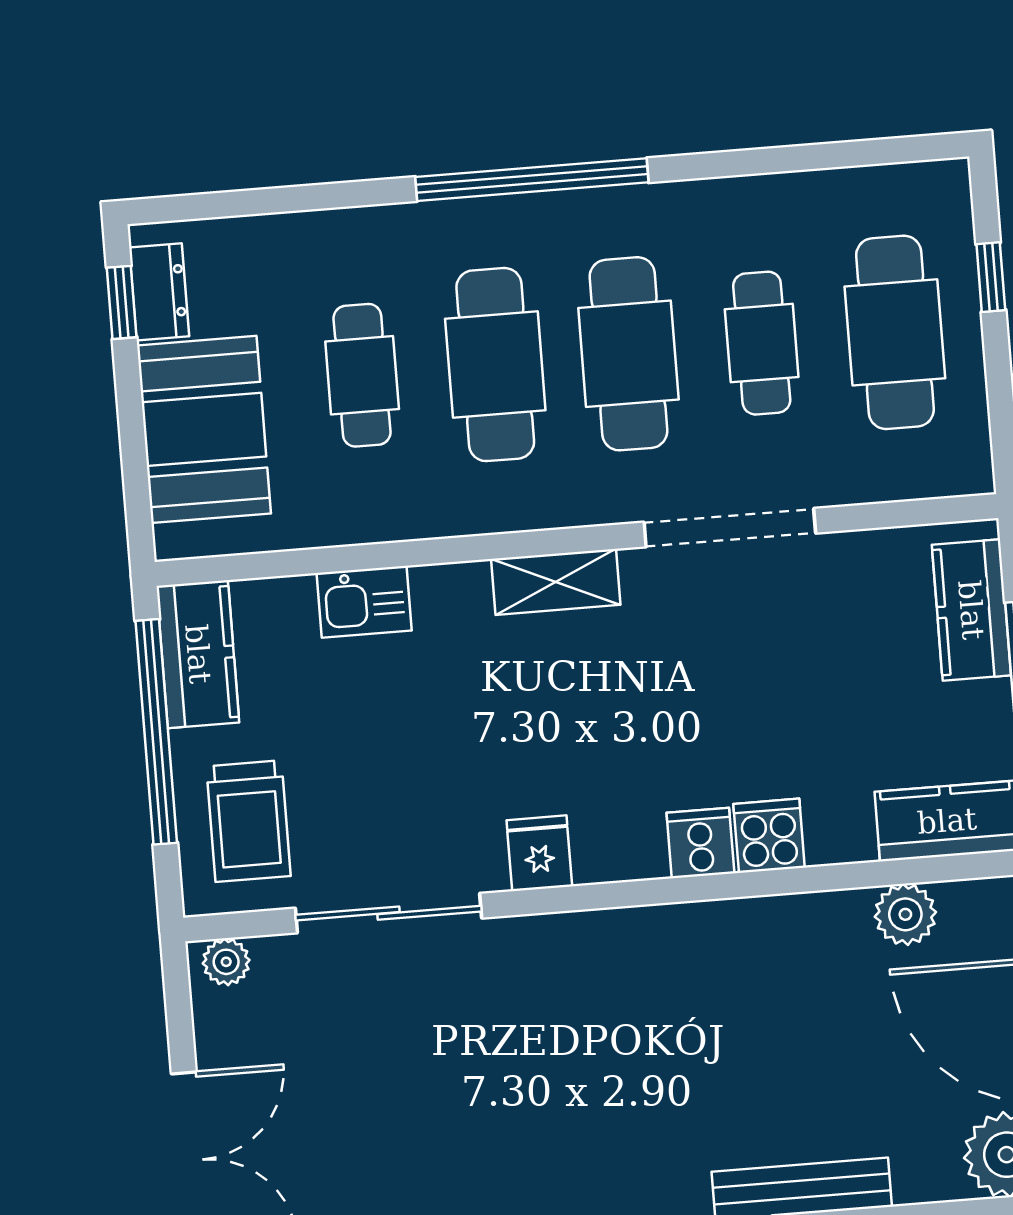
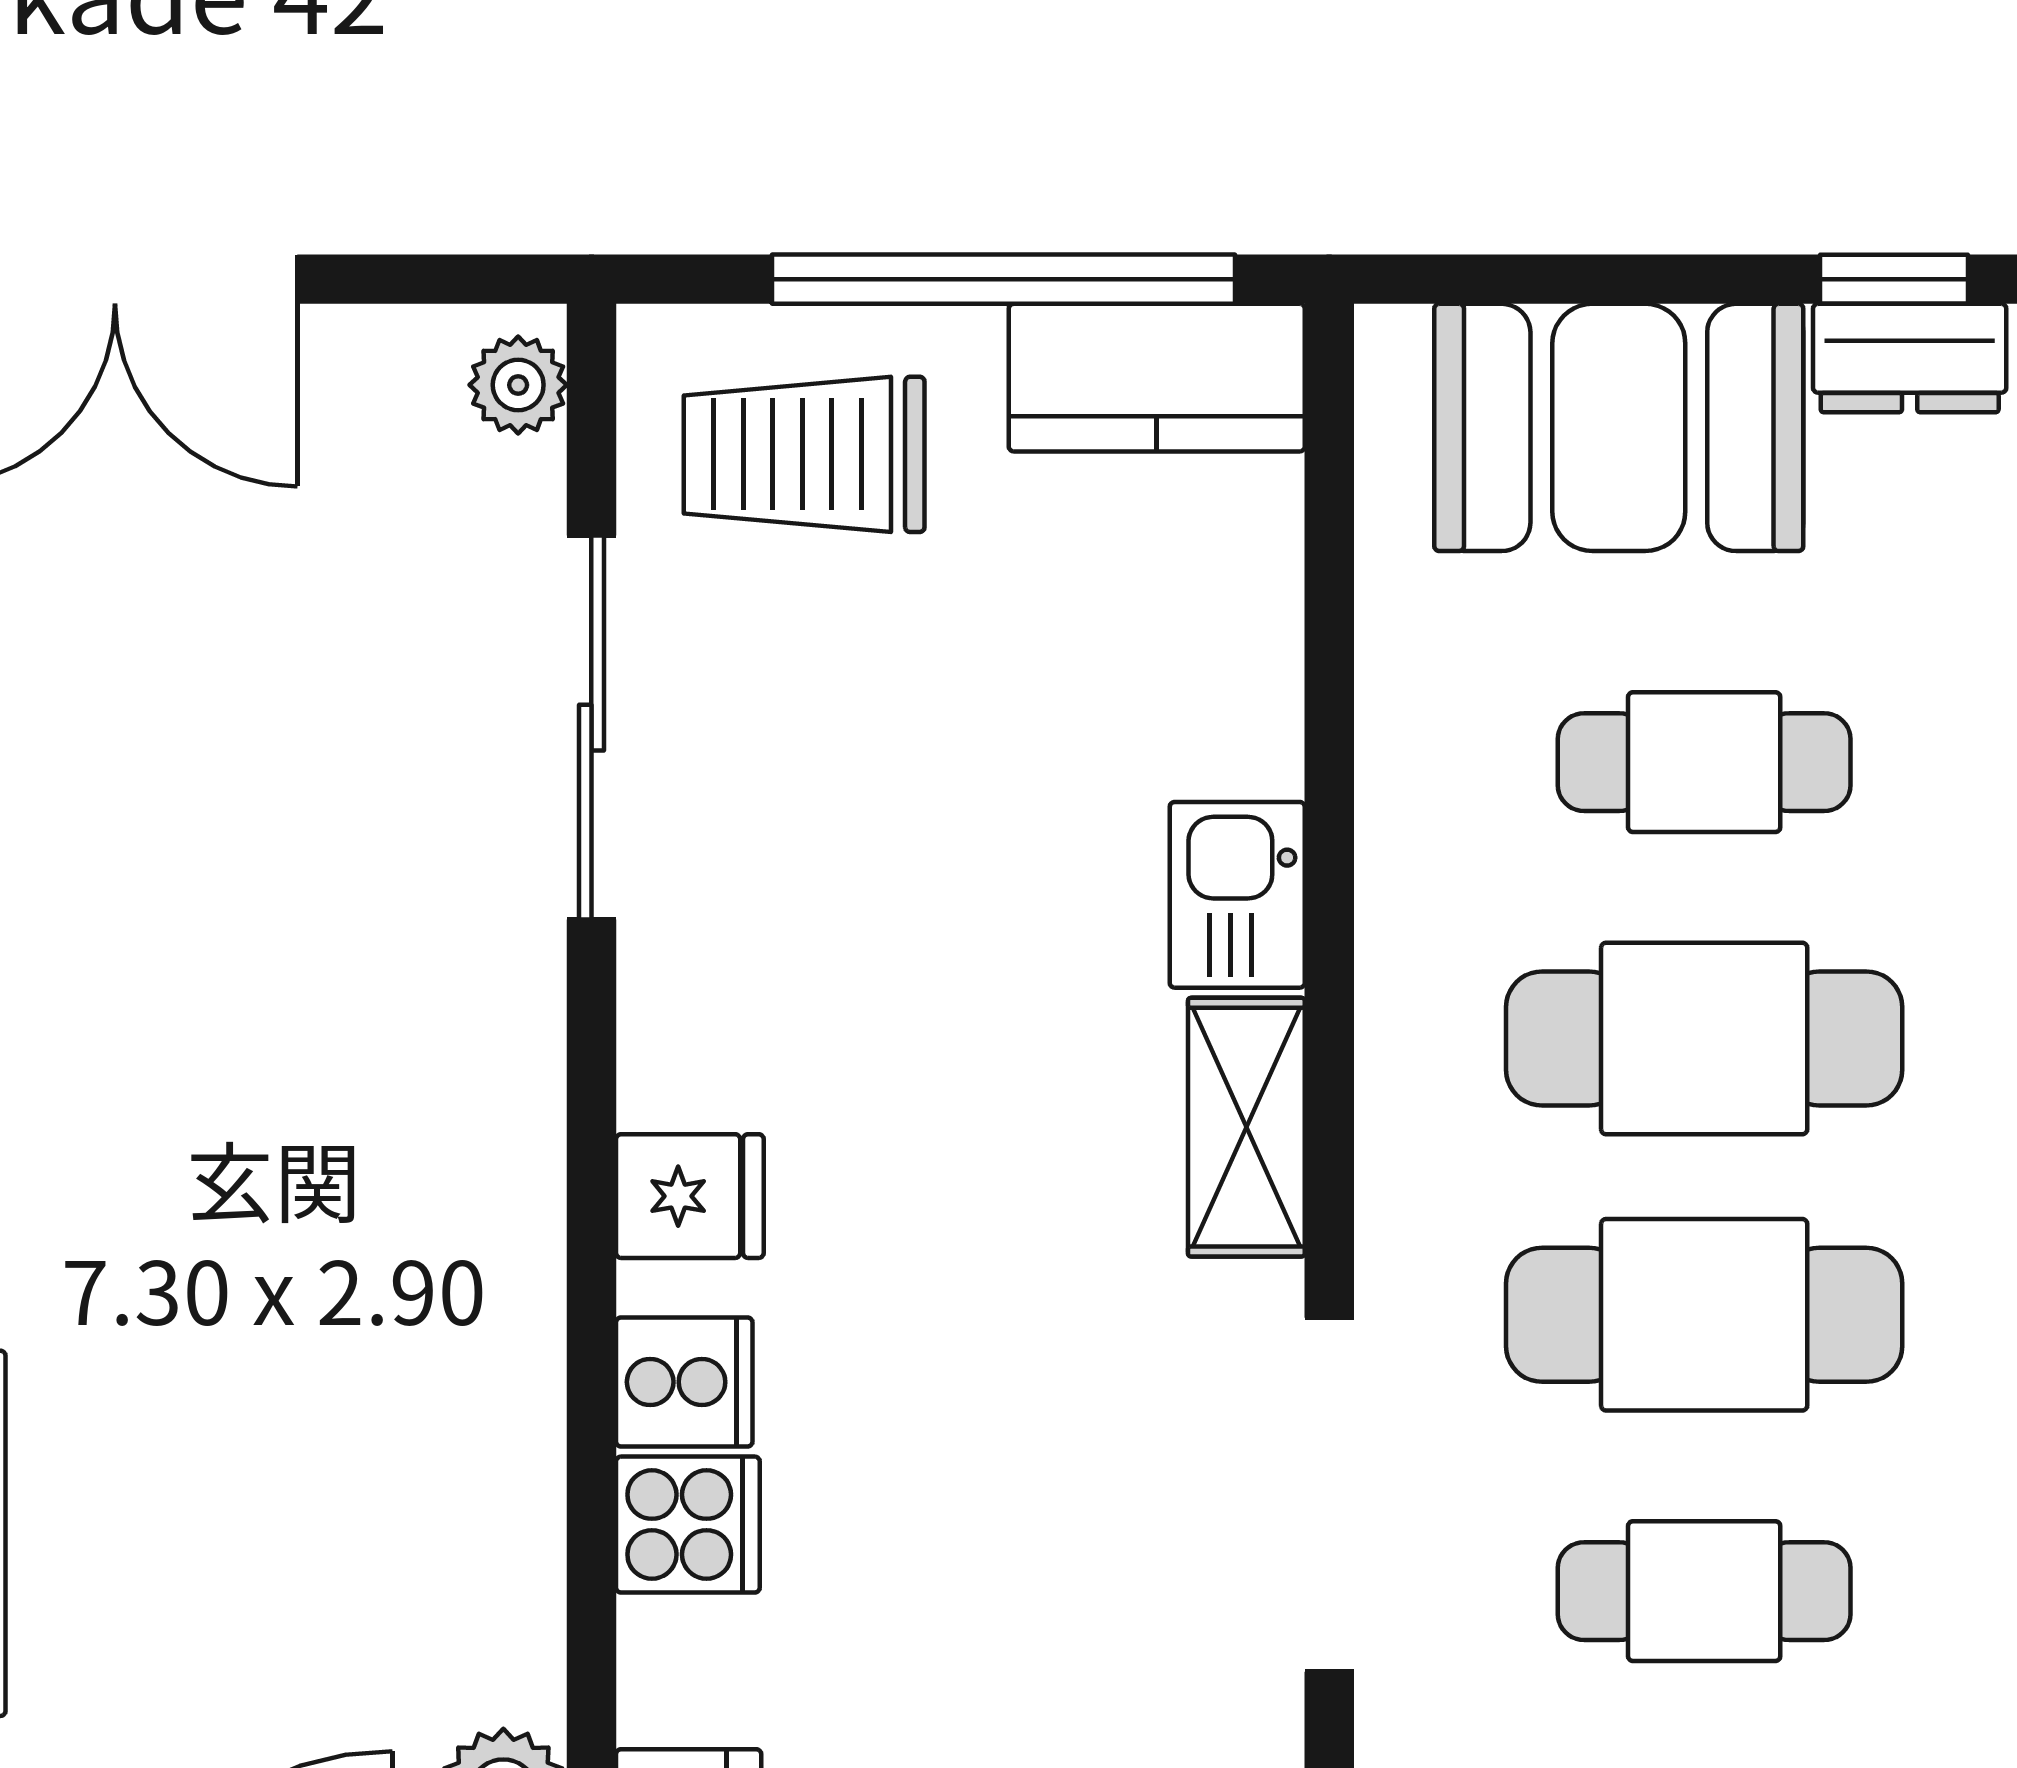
kitchen sink: (364, 602) -> (1237, 895), moved
fridge: (539, 853) -> (690, 1196), moved

